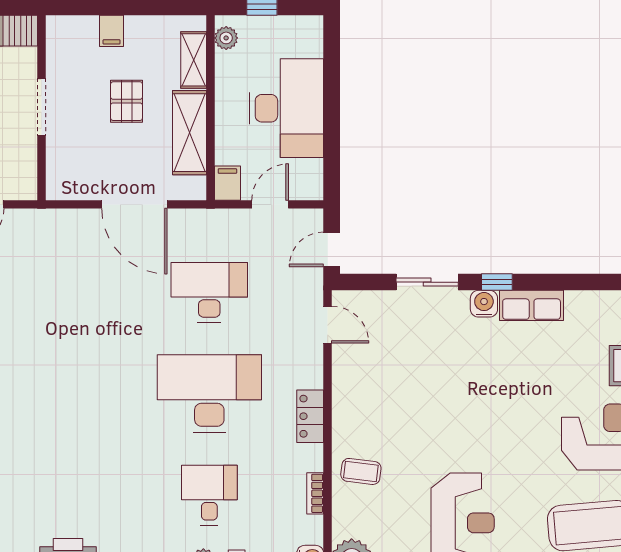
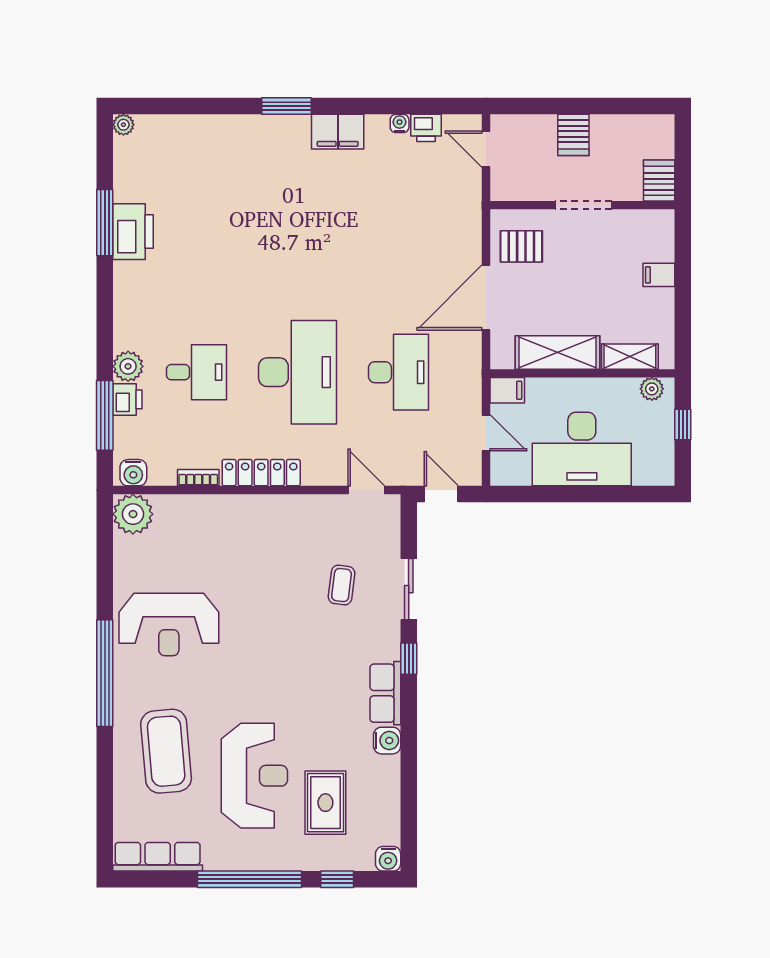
pallet: (127, 101) -> (521, 246), moved
water cooler: (484, 304) -> (387, 741), moved
door: (328, 325) -> (366, 490), swing flipped
locker: (310, 416) -> (261, 473), width x1.53
coffee table: (361, 471) -> (342, 585), moved

